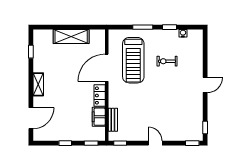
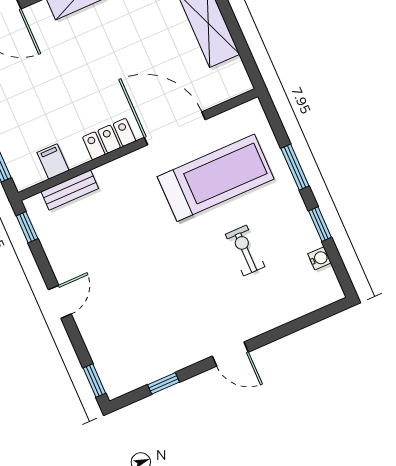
treadmill: (133, 60) -> (216, 178), turned 180
filing cabinet: (99, 117) -> (53, 161), width x0.50
window: (205, 127) -> (163, 383), moved

